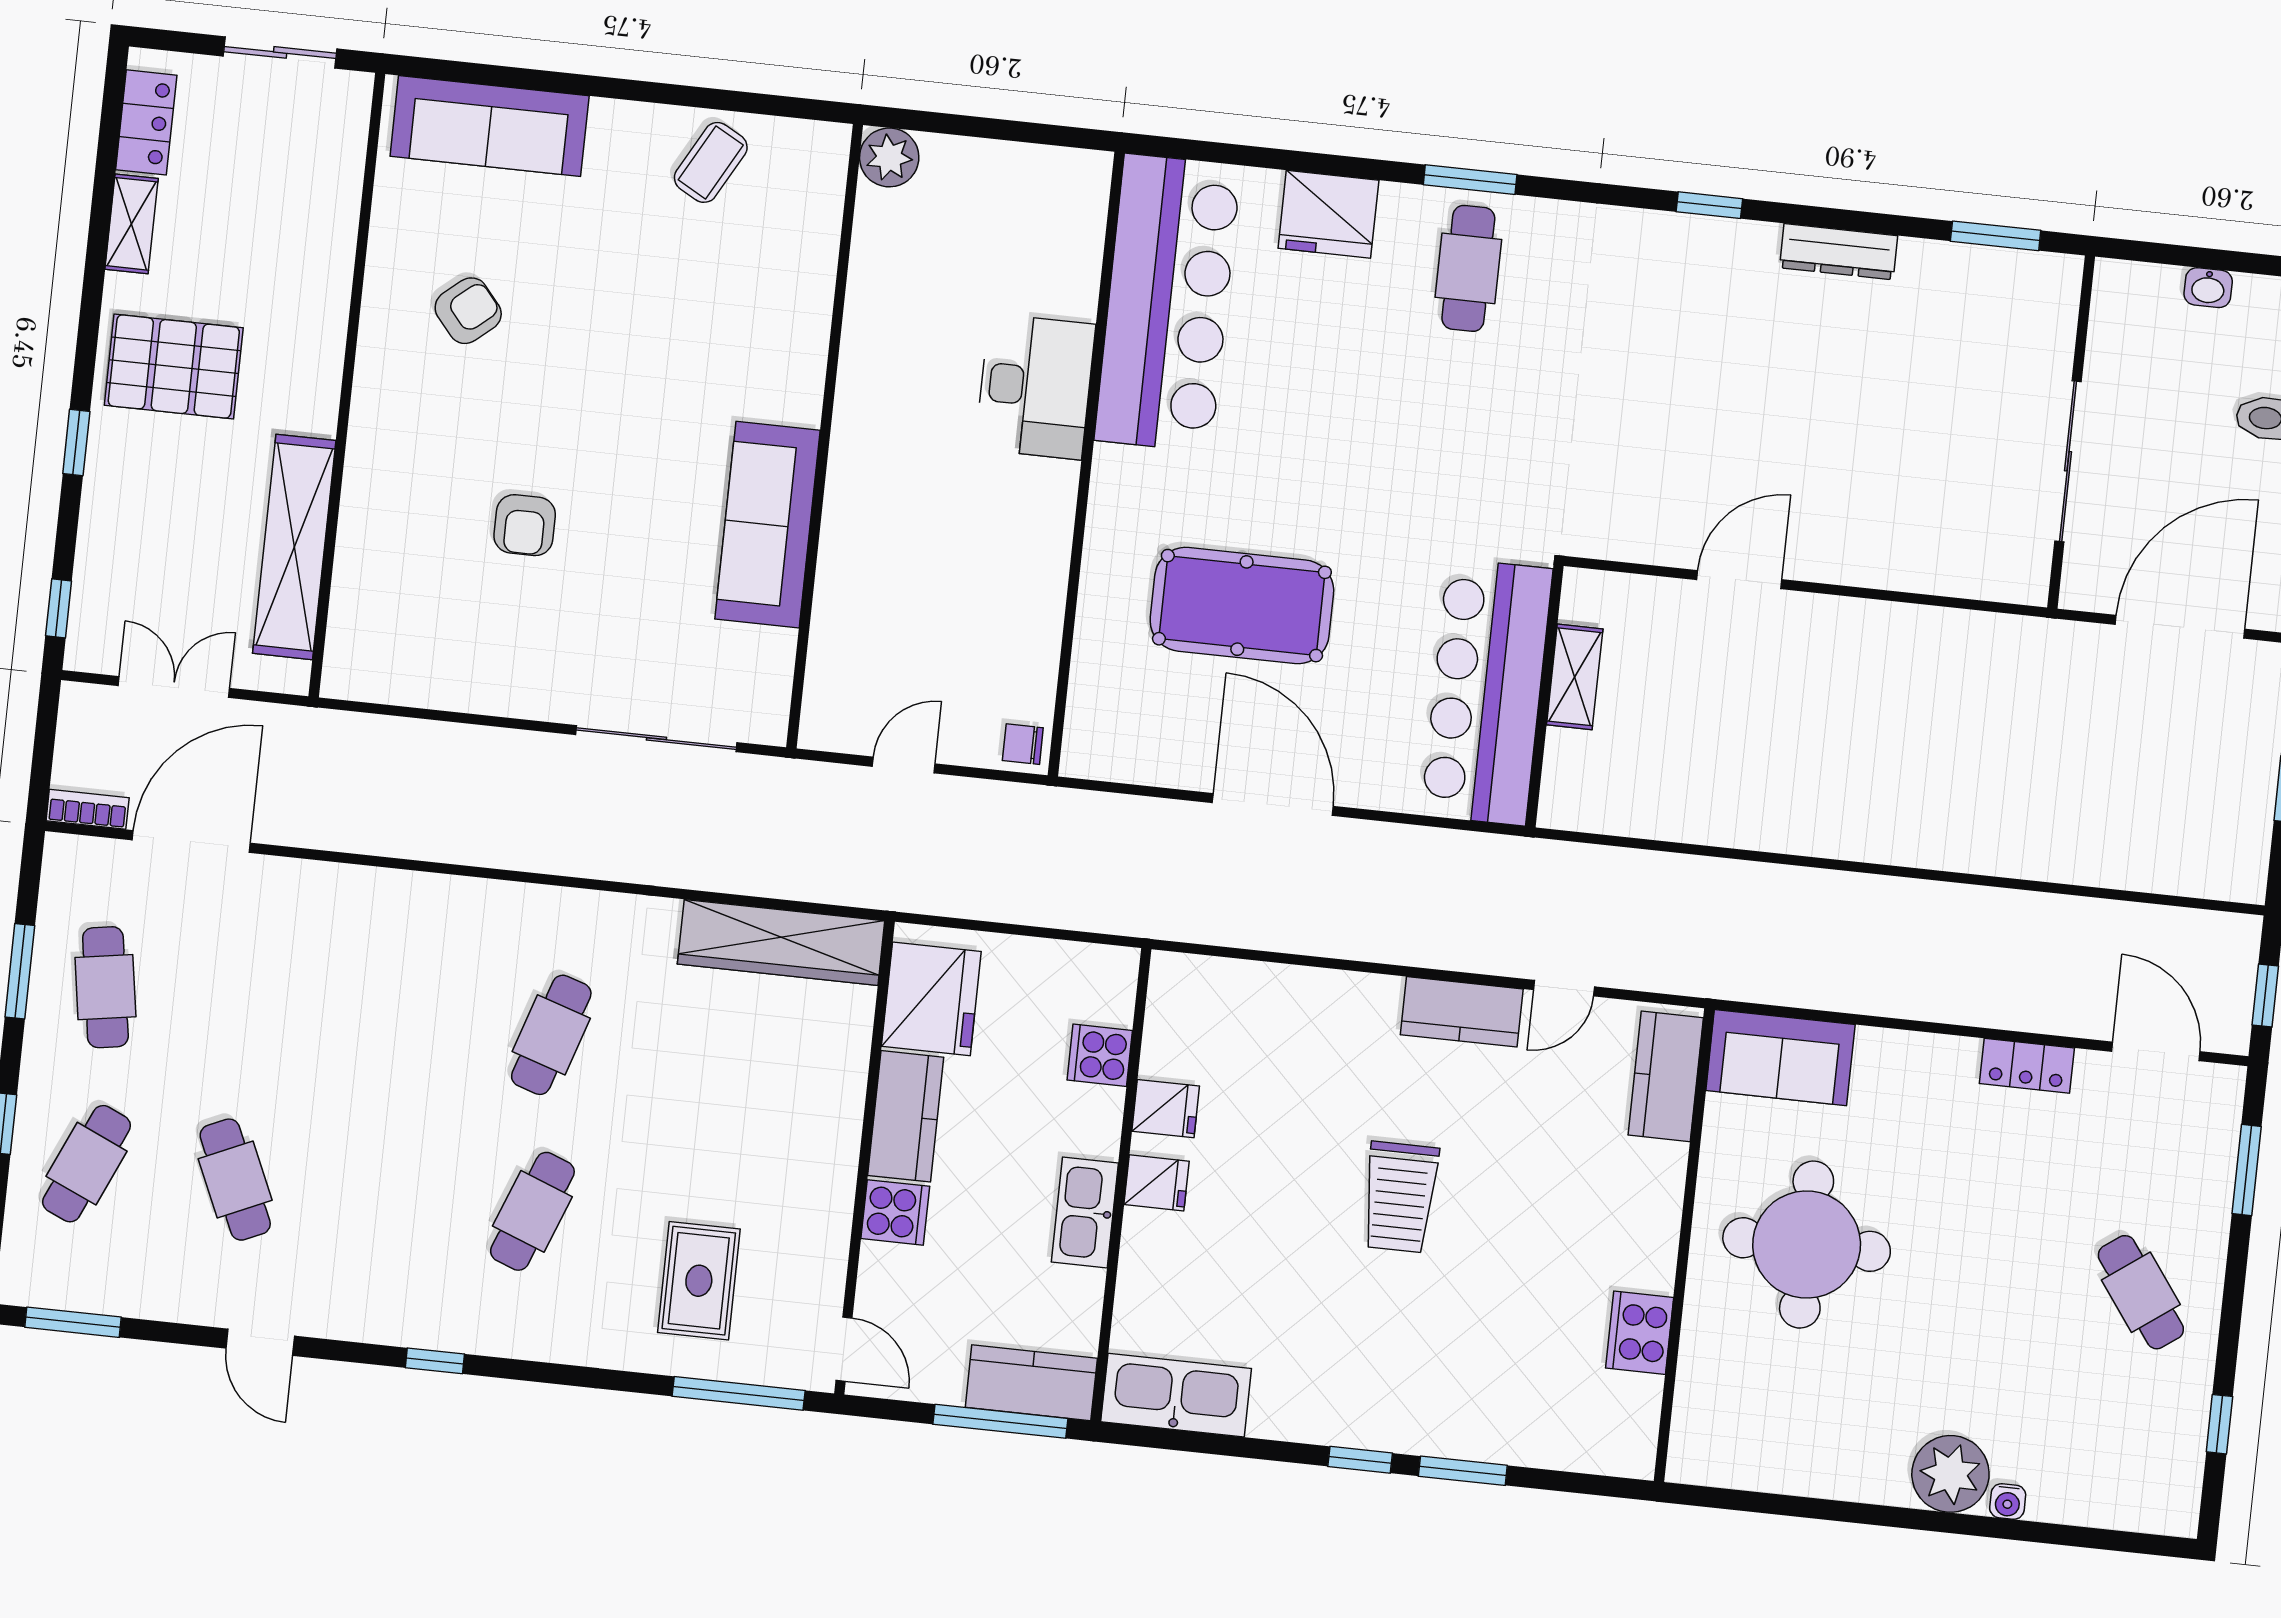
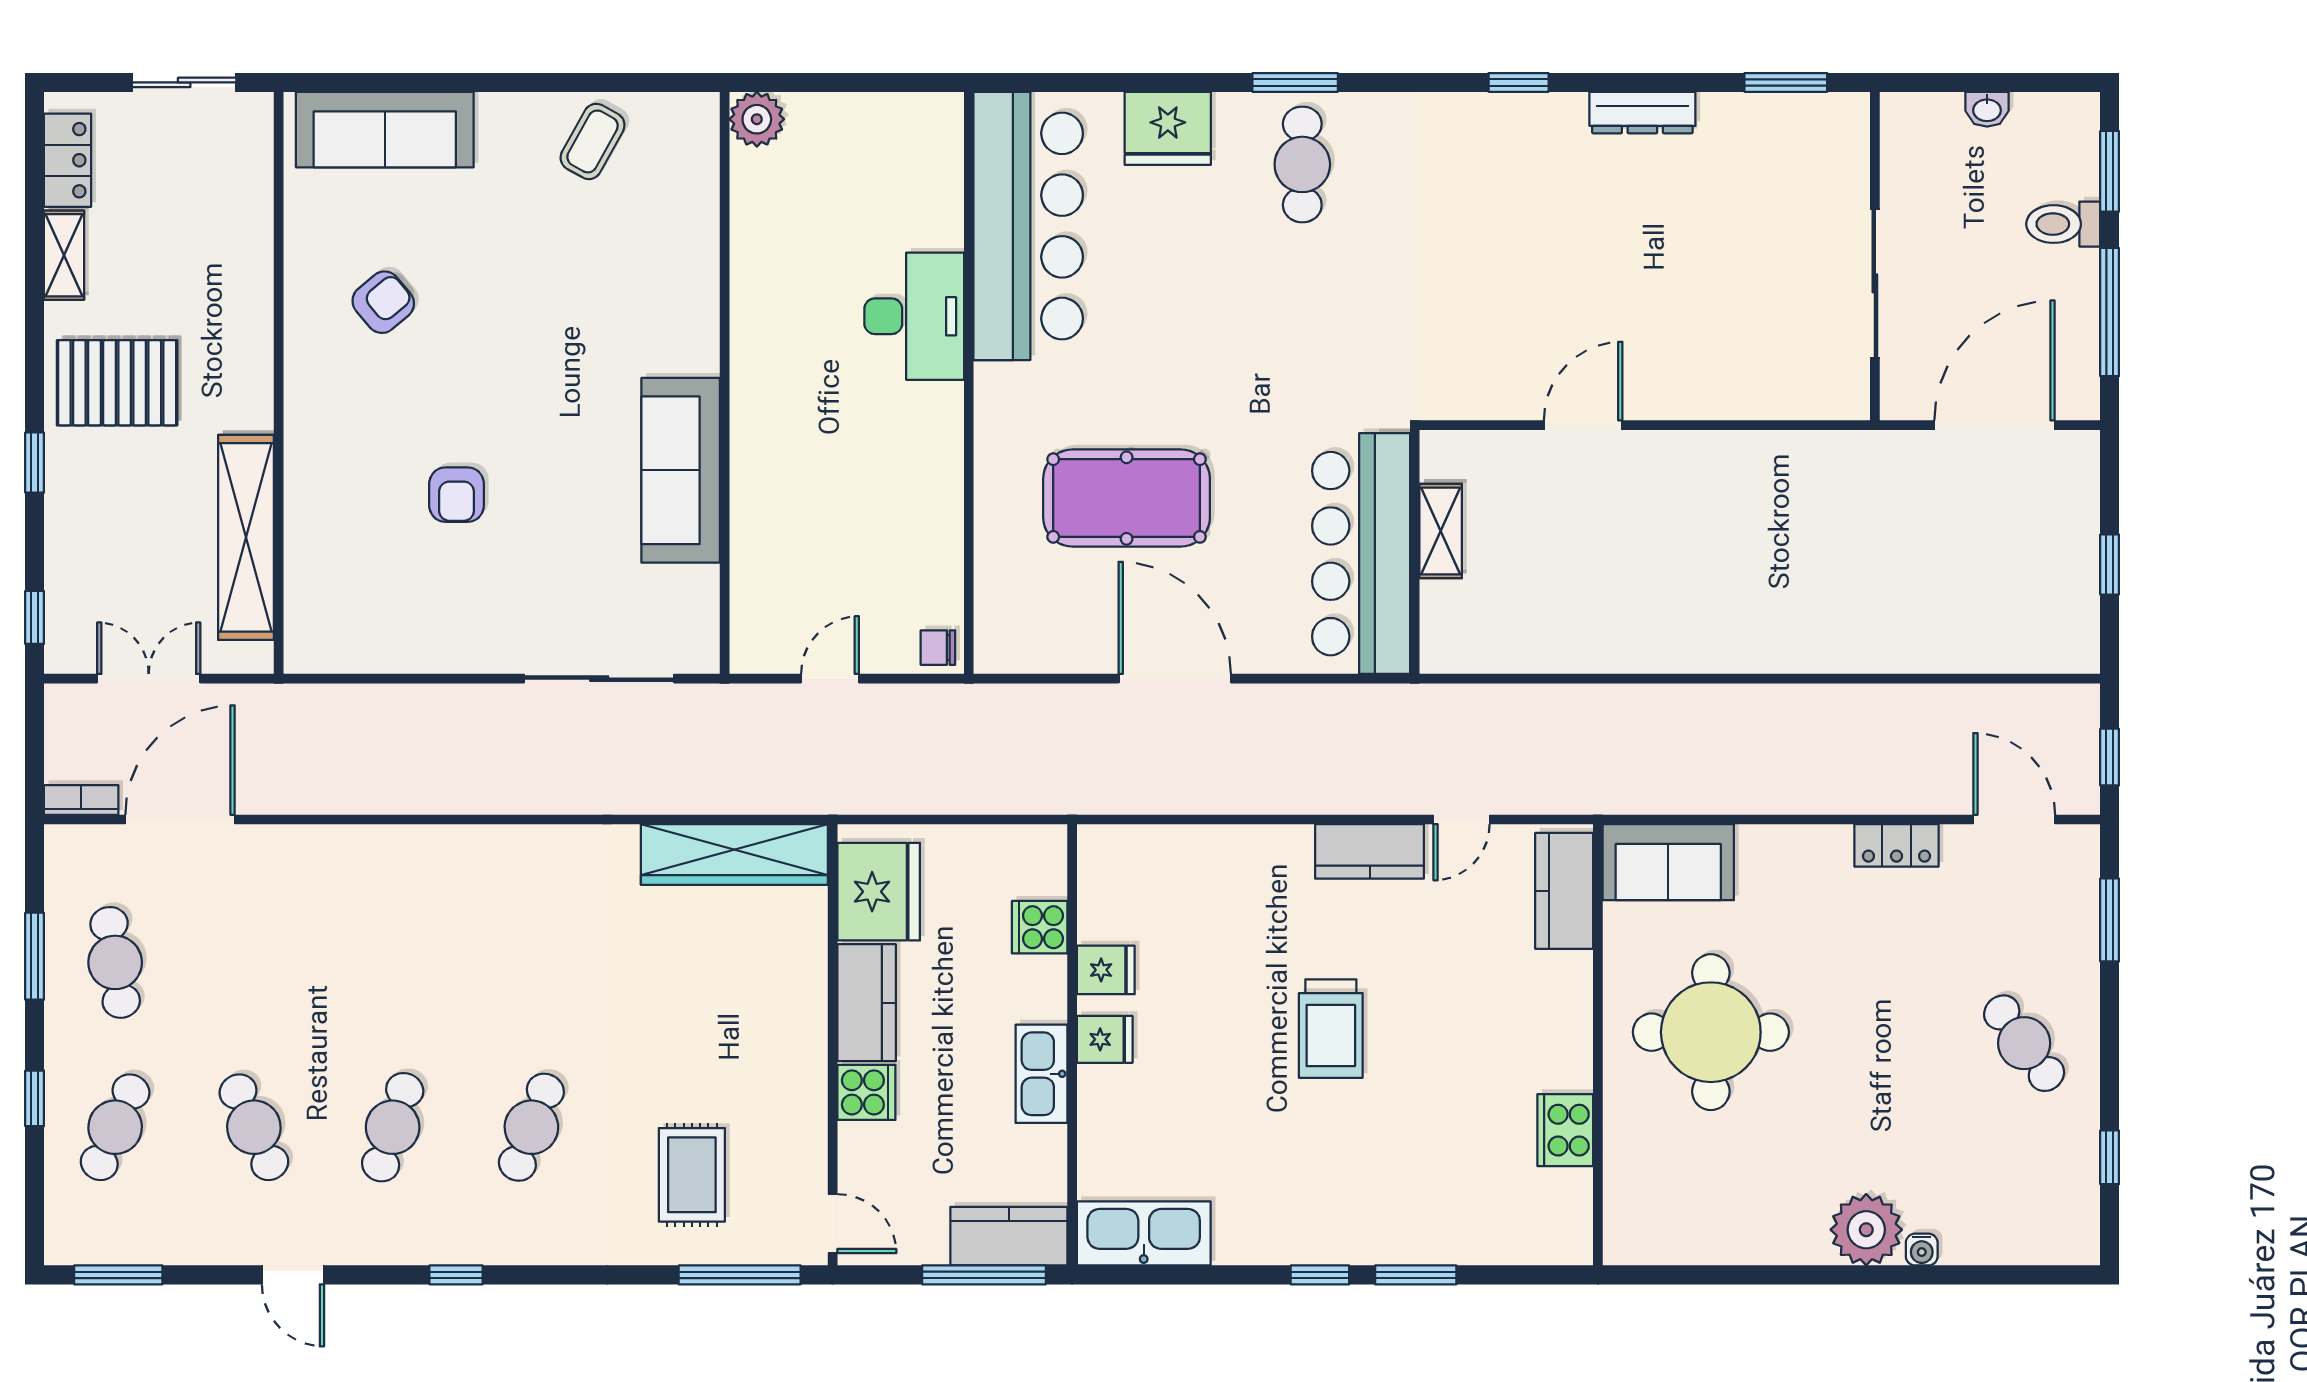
cafe table: (551, 1035) -> (393, 1127), moved

